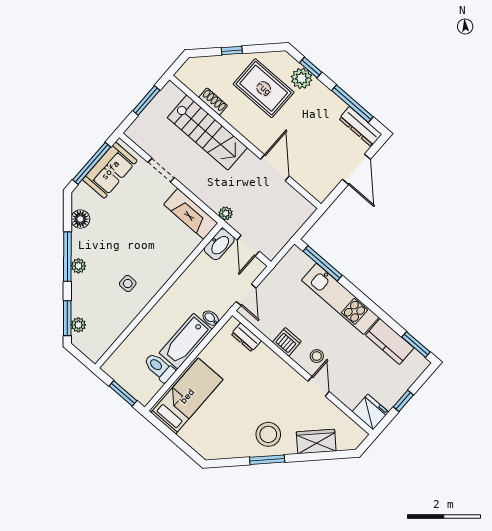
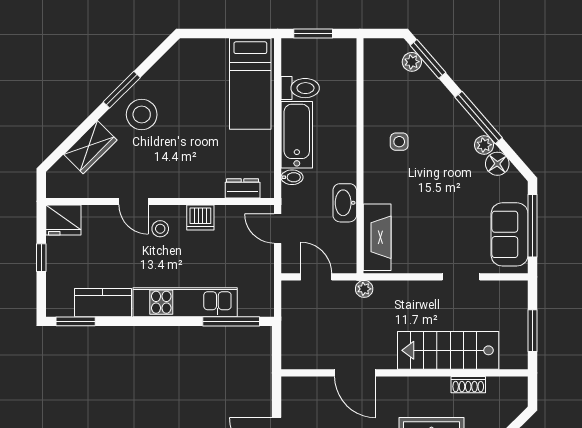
fireplace: (191, 214) -> (377, 237), moved, turned 90
washbasin: (219, 244) -> (345, 203), moved
plant: (78, 266) -> (484, 145), moved

